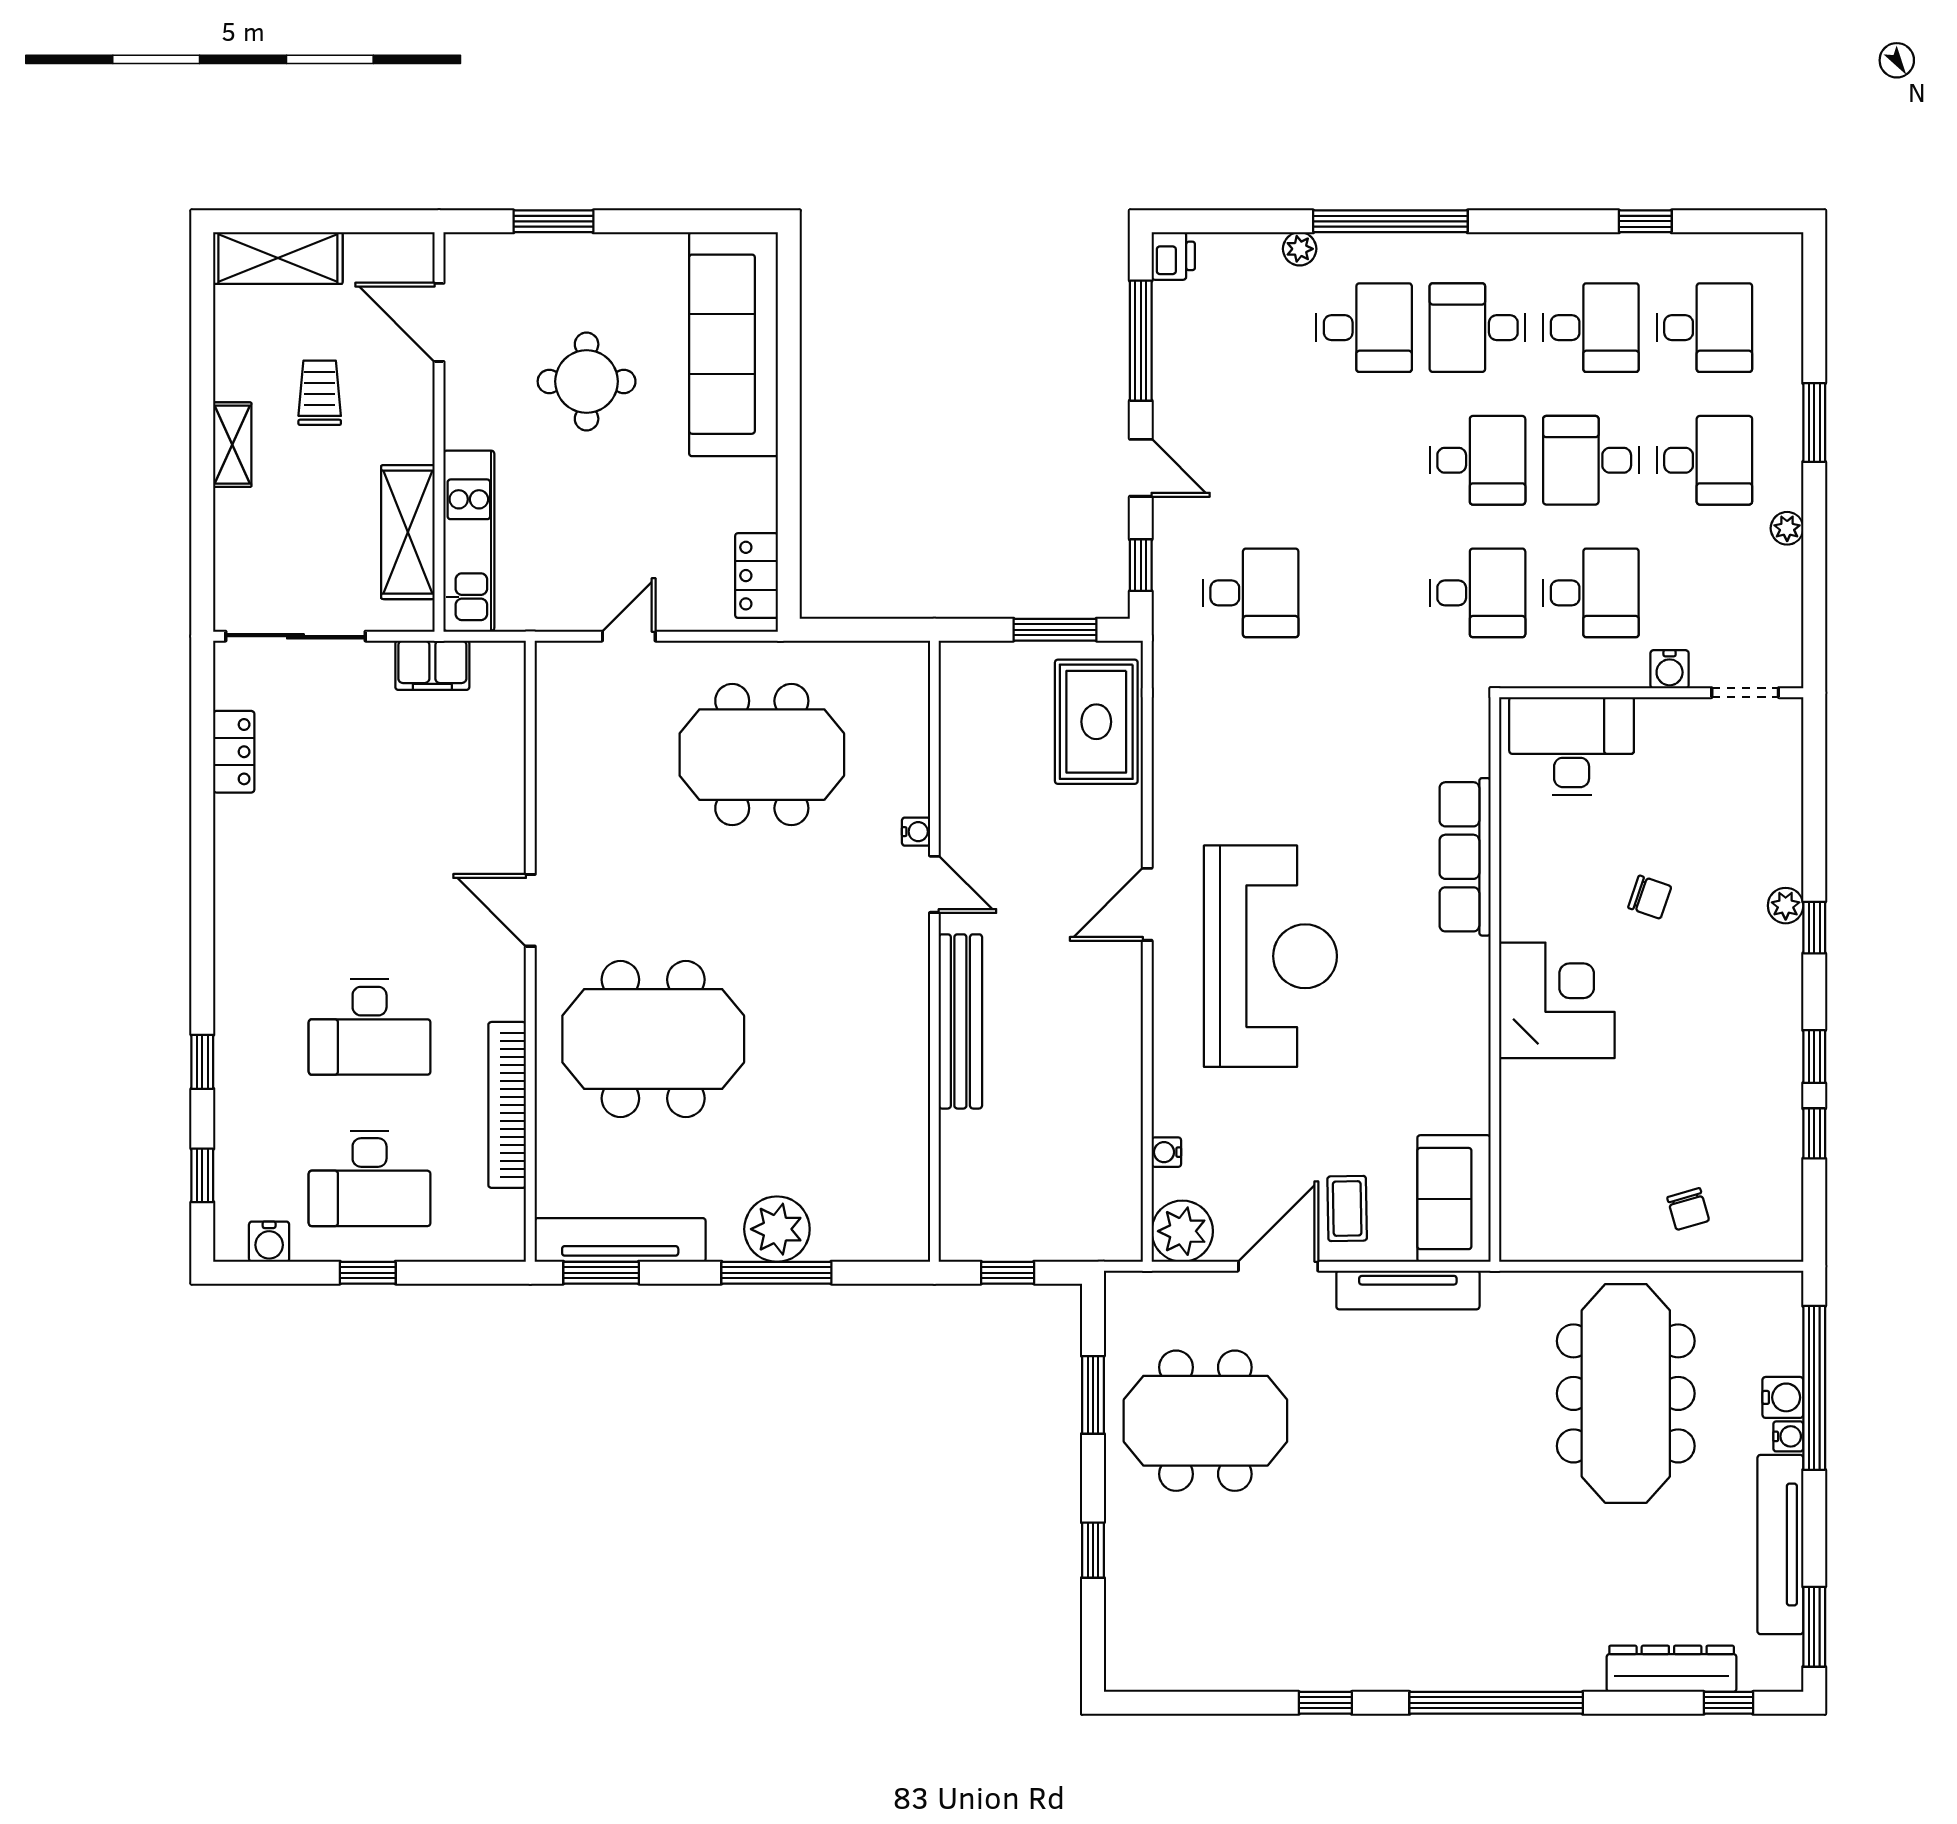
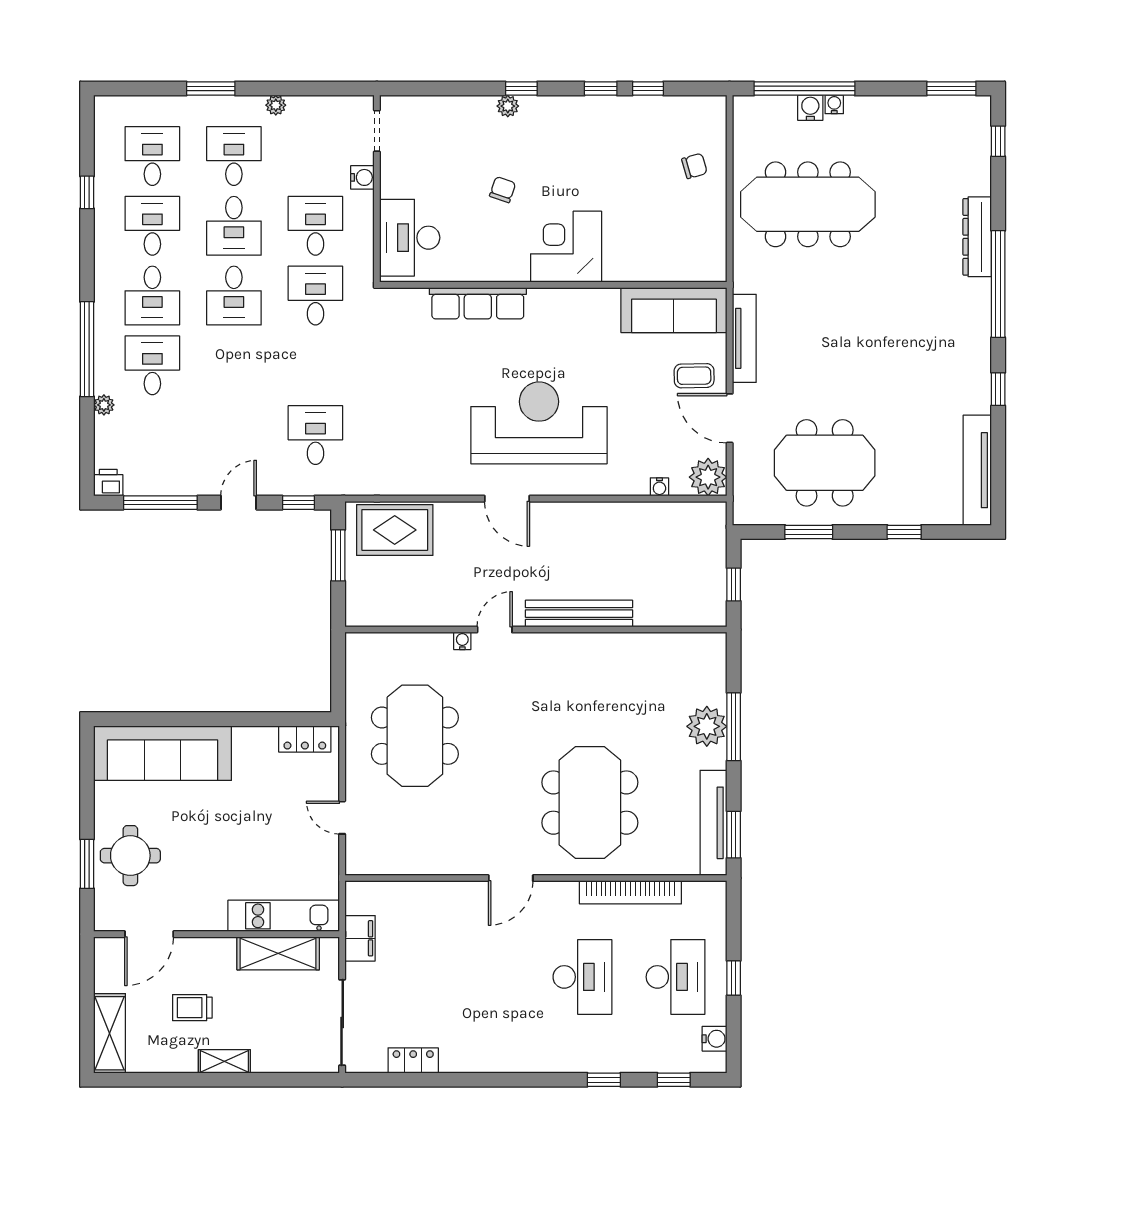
round table: (587, 381) -> (130, 856), moved
desk: (1477, 460) -> (234, 296), turned 180
sofa: (1454, 1199) -> (674, 310), width x1.36
meeting table: (1205, 1421) -> (825, 463), turned 90
tv unit: (1780, 1545) -> (977, 470), moved, turned 90
dresser: (1672, 1669) -> (977, 237), moved

